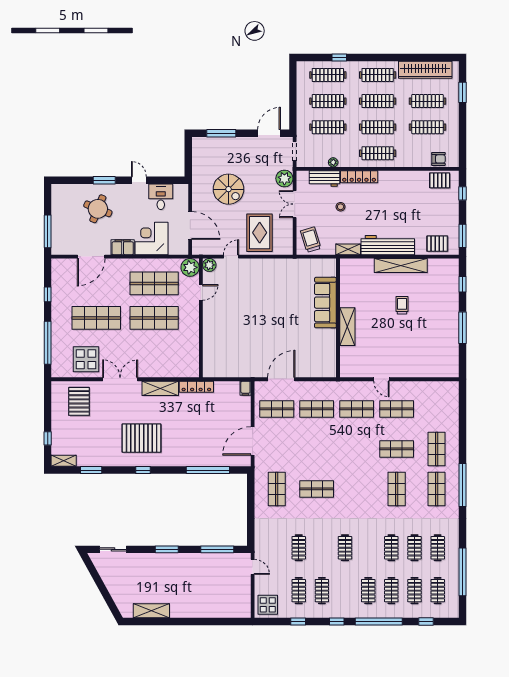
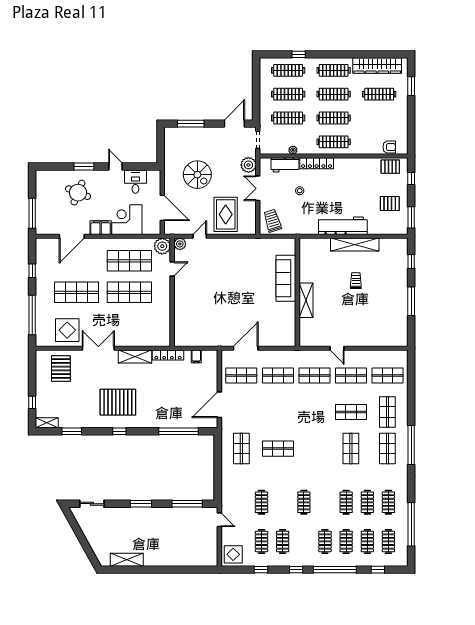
clothes rail: (427, 127) -> (379, 118), removed
pallet: (437, 244) -> (390, 204), moved
shelving: (348, 249) -> (307, 230), removed
filing cabinet: (245, 388) -> (196, 356), moved
shop shelf: (437, 409) -> (387, 375), added

